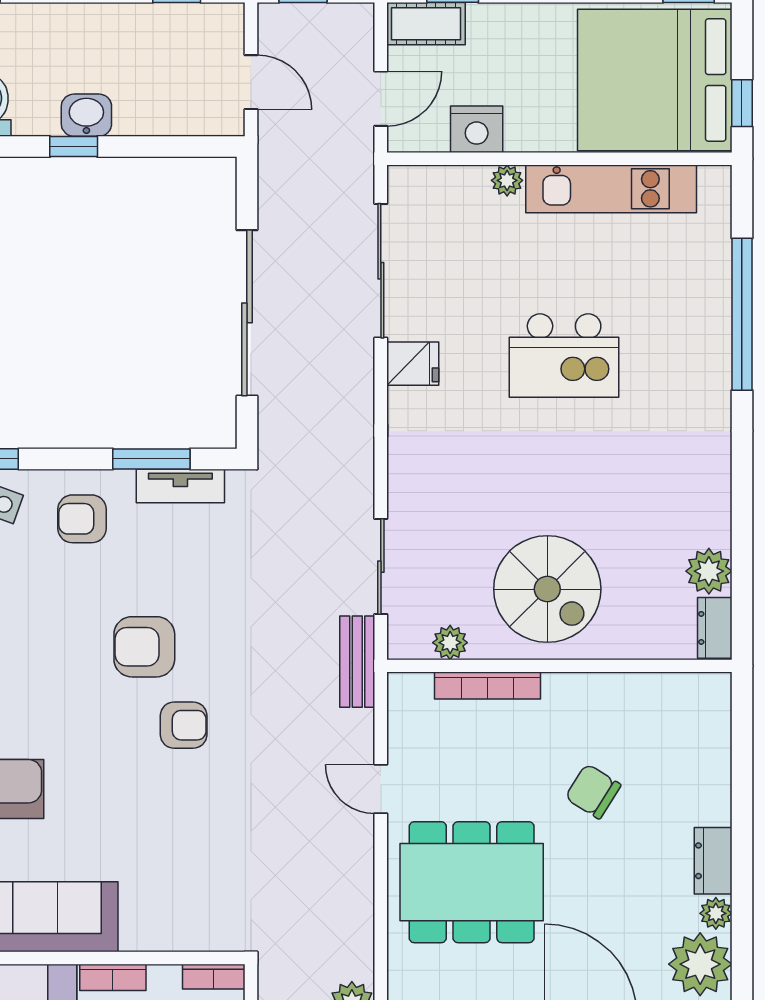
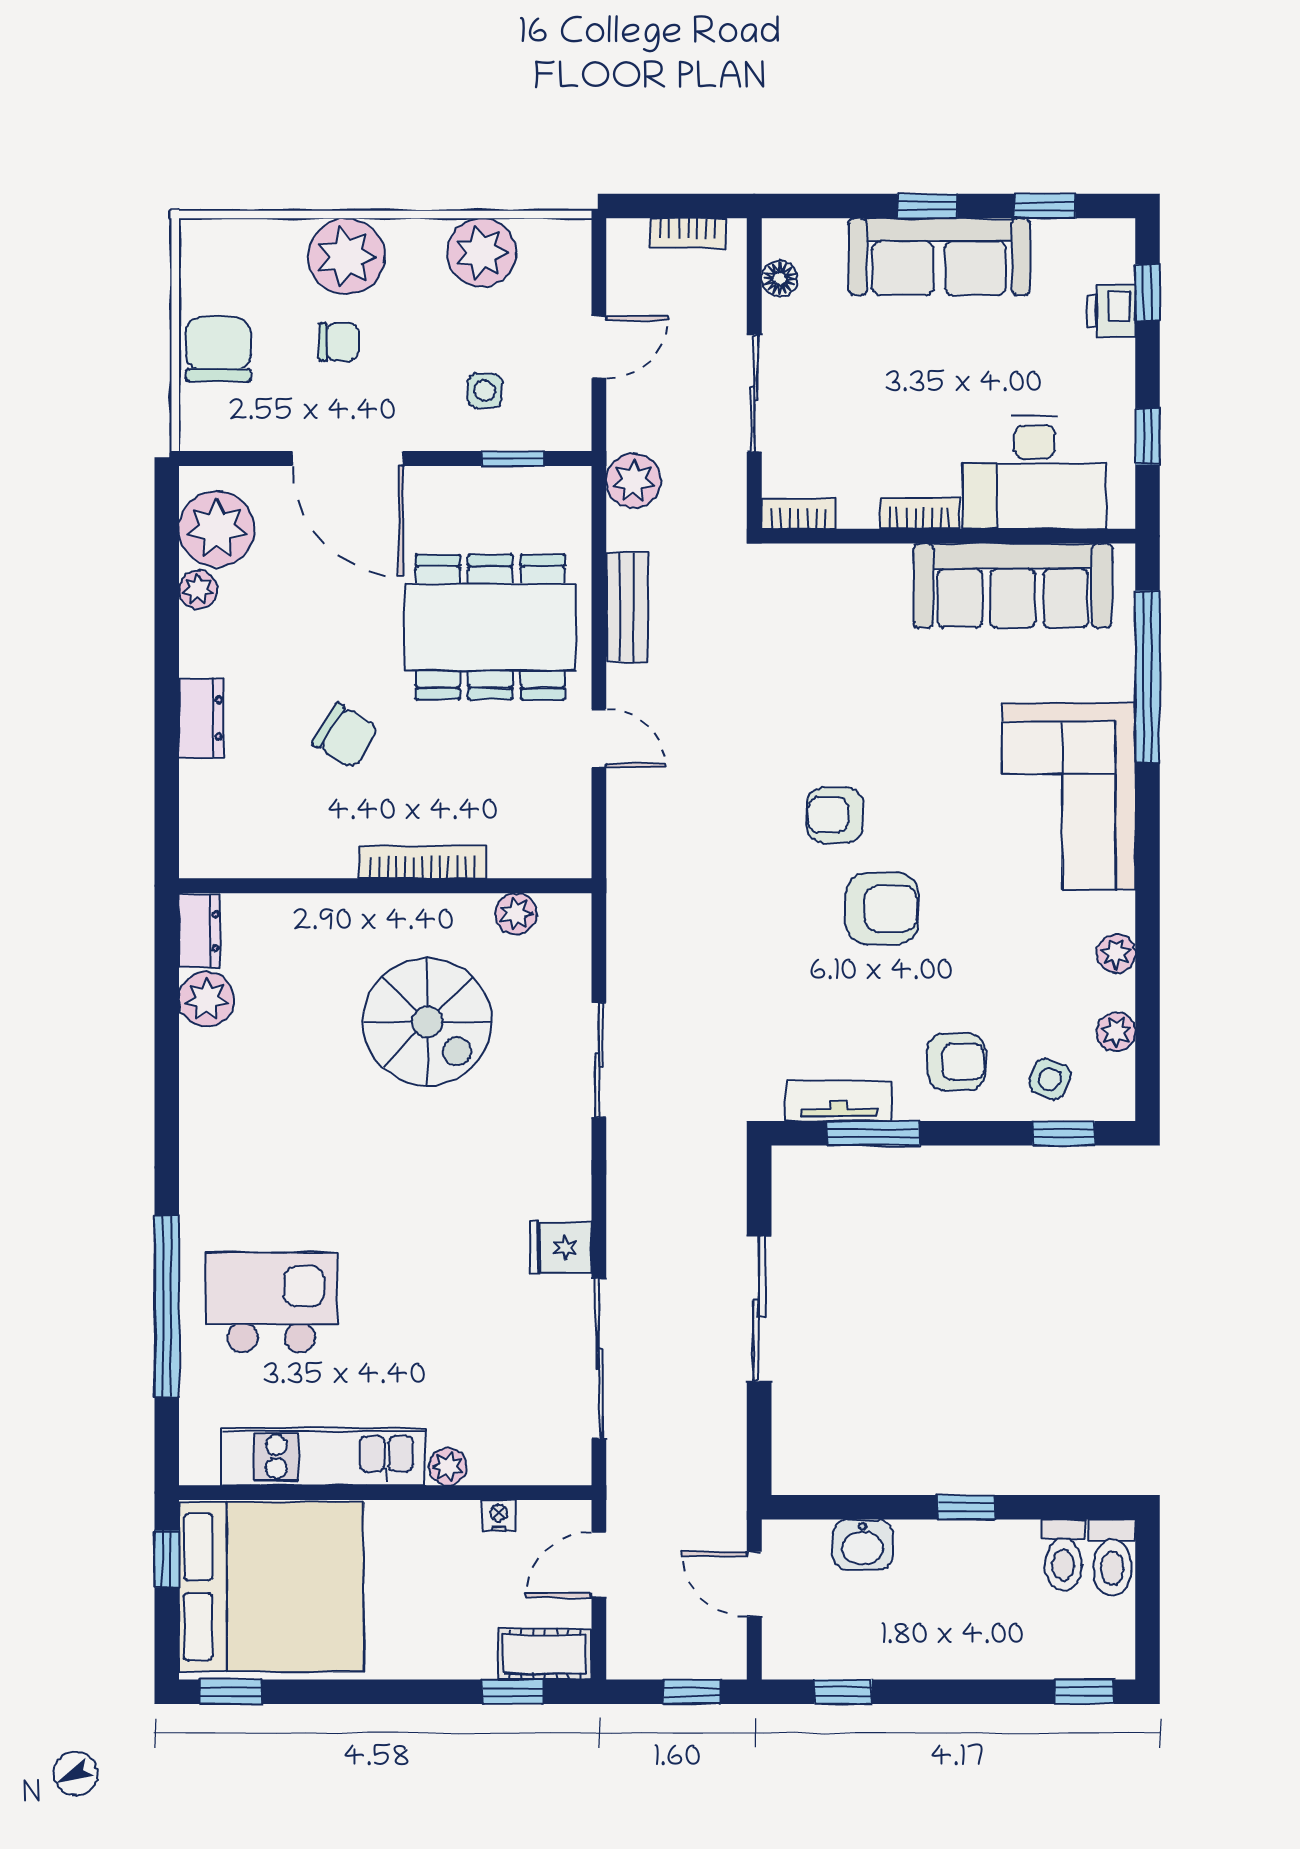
washbasin: (86, 115) -> (863, 1545), moved
nightstand: (477, 129) -> (499, 1515), width x0.53, depth x0.56
sliding door: (247, 313) -> (759, 1308), width x0.73
kitchen island: (564, 356) -> (271, 1302), moved
sliding door: (381, 567) -> (599, 1060), moved
spiral stairs: (547, 589) -> (427, 1022), moved, turned 180
bench: (357, 662) -> (627, 607), moved
bookcase: (488, 686) -> (423, 862), moved
dresser: (713, 861) -> (201, 718), moved

